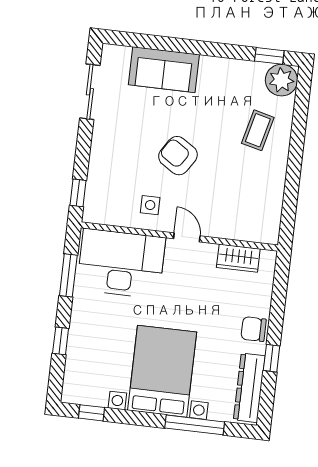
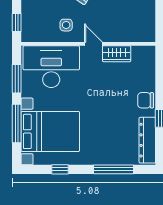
wardrobe: (238, 258) -> (117, 54), moved
window: (61, 341) -> (17, 124), width x2.17
bed with nightstands: (162, 371) -> (50, 131), moved, turned 90
window: (91, 413) -> (60, 169), moved

